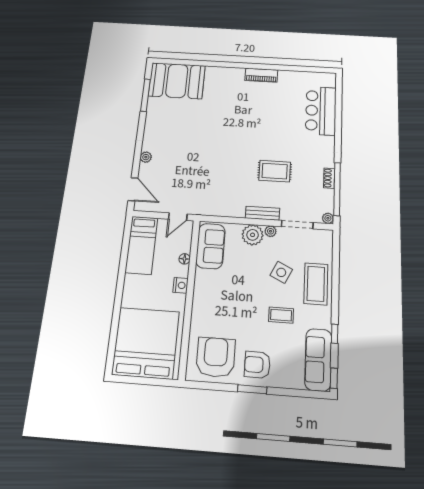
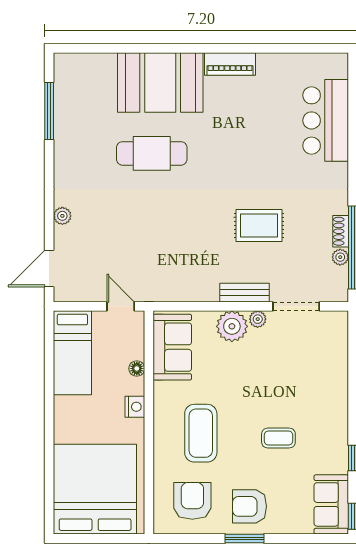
booth: (177, 81) -> (160, 82), moved
cafe table: (208, 123) -> (152, 153), added
door: (133, 189) -> (49, 269), swing flipped
door: (178, 217) -> (121, 306), swing flipped
plant: (328, 218) -> (340, 257), moved
side table: (281, 272) -> (276, 378), removed
coffee table: (316, 284) -> (201, 433), moved
armchair: (216, 357) -> (192, 501), width x0.73, depth x0.73
sofa: (318, 360) -> (331, 504), width x0.73

